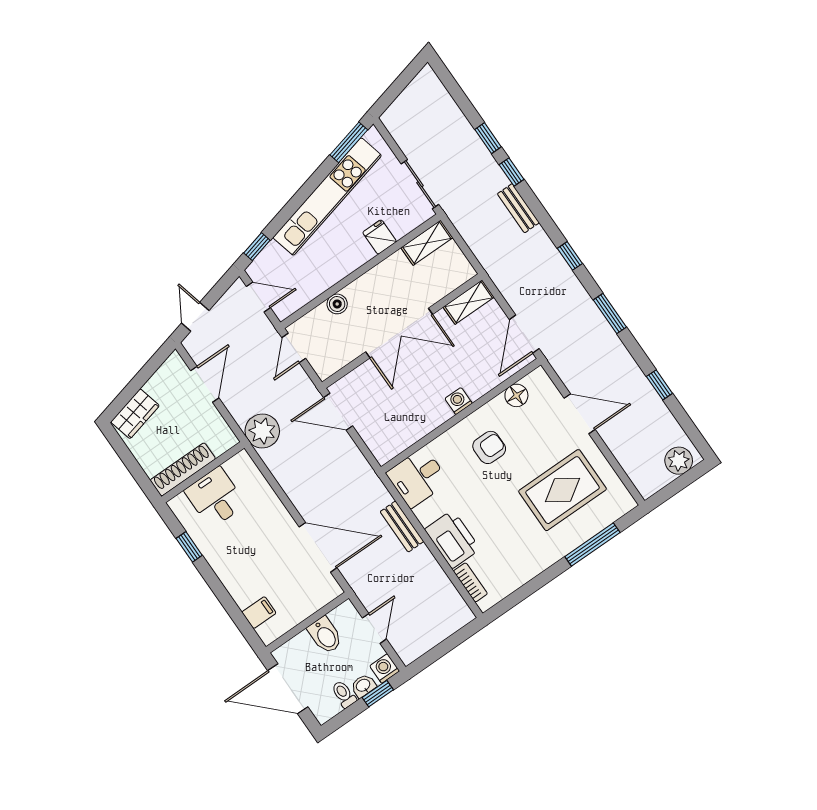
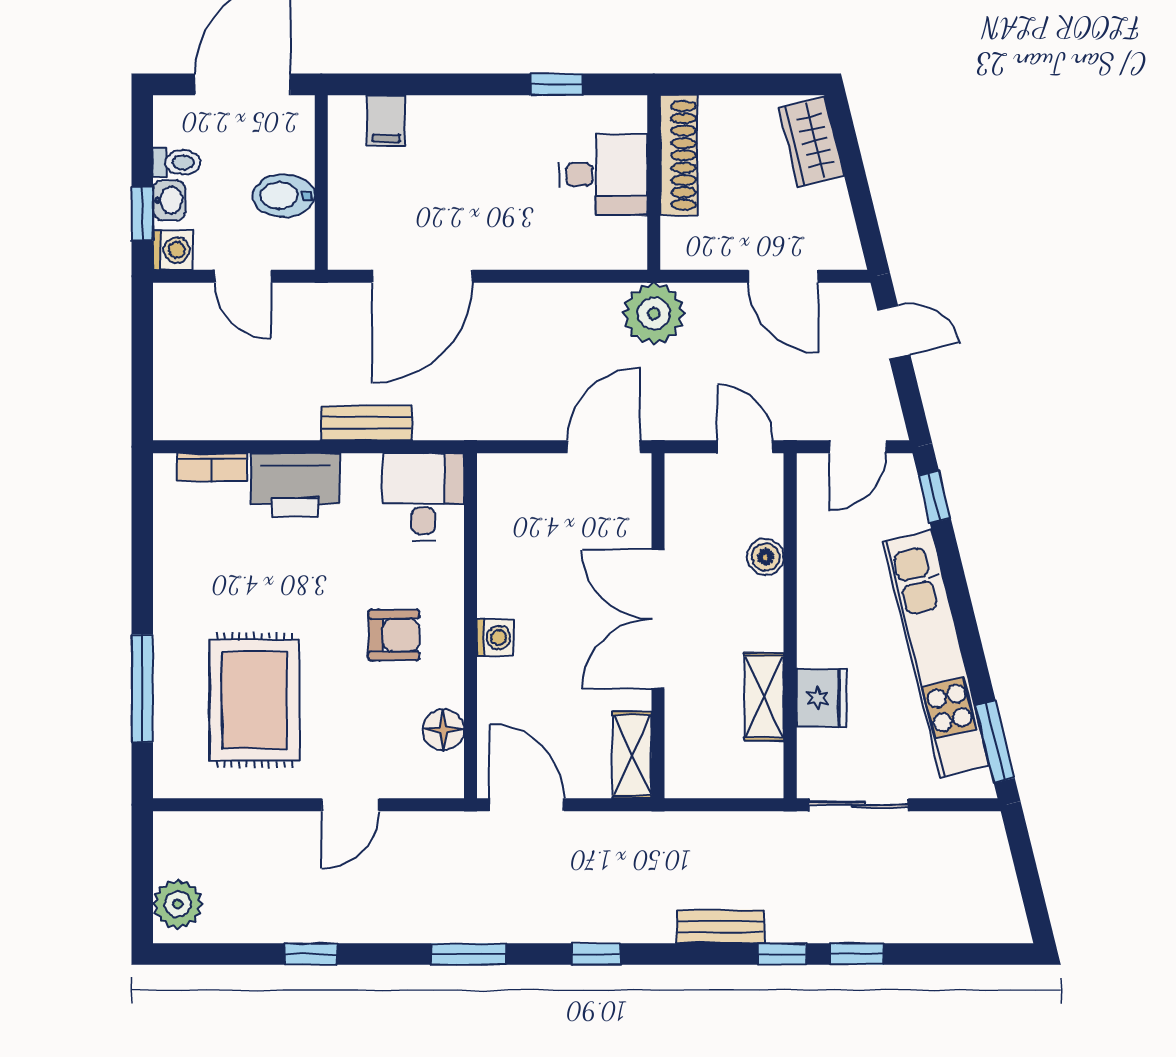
fridge: (380, 237) -> (822, 698), width x1.38
shelving: (427, 243) -> (764, 697), moved
door: (580, 414) -> (350, 805), width x0.73
armchair: (489, 447) -> (394, 635), turned -90

